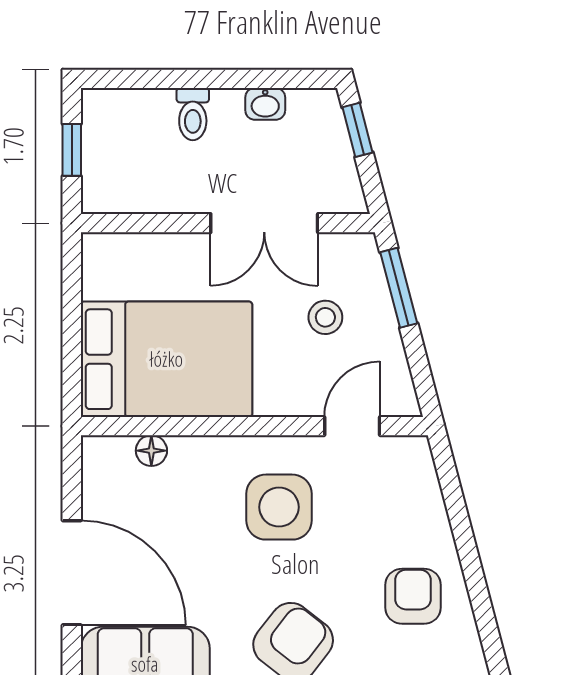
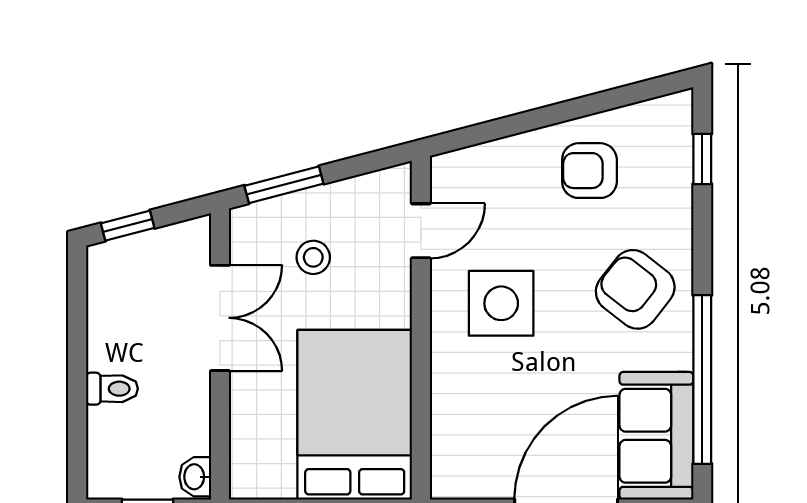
washbasin: (265, 104) -> (195, 477), moved, turned 180
door: (352, 426) -> (421, 231), swing flipped
floor lamp: (151, 451) -> (445, 430), removed

